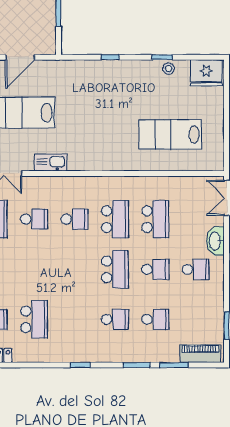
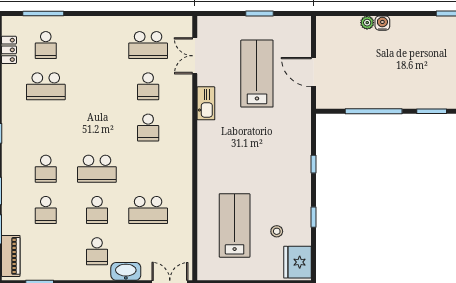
stool: (169, 69) -> (277, 231), moved
school desk: (115, 219) -> (148, 169), removed

